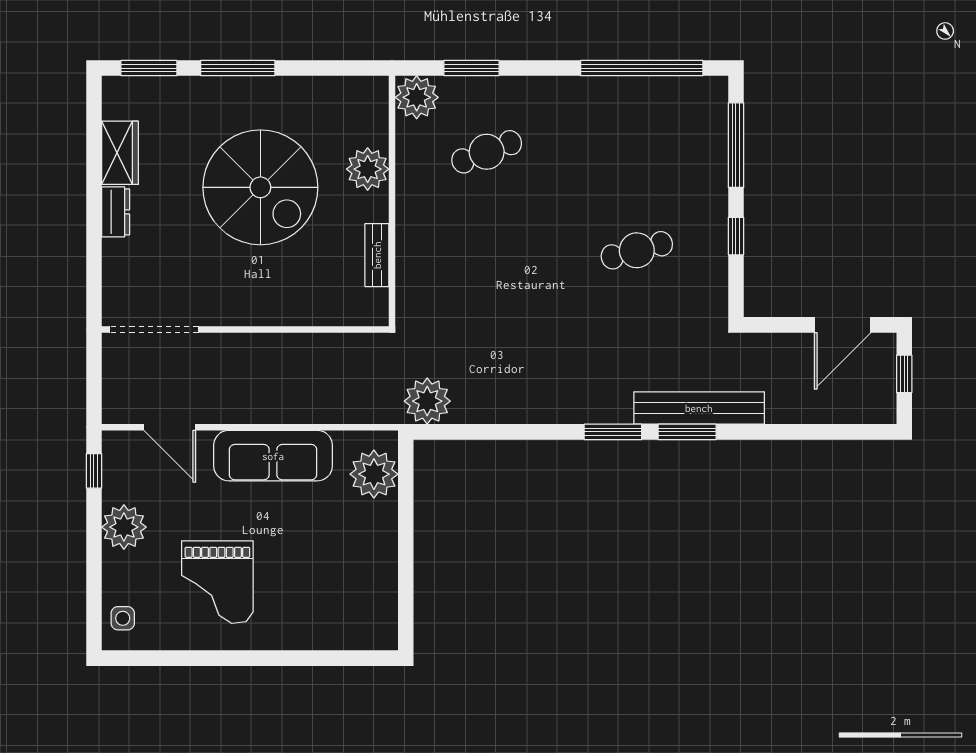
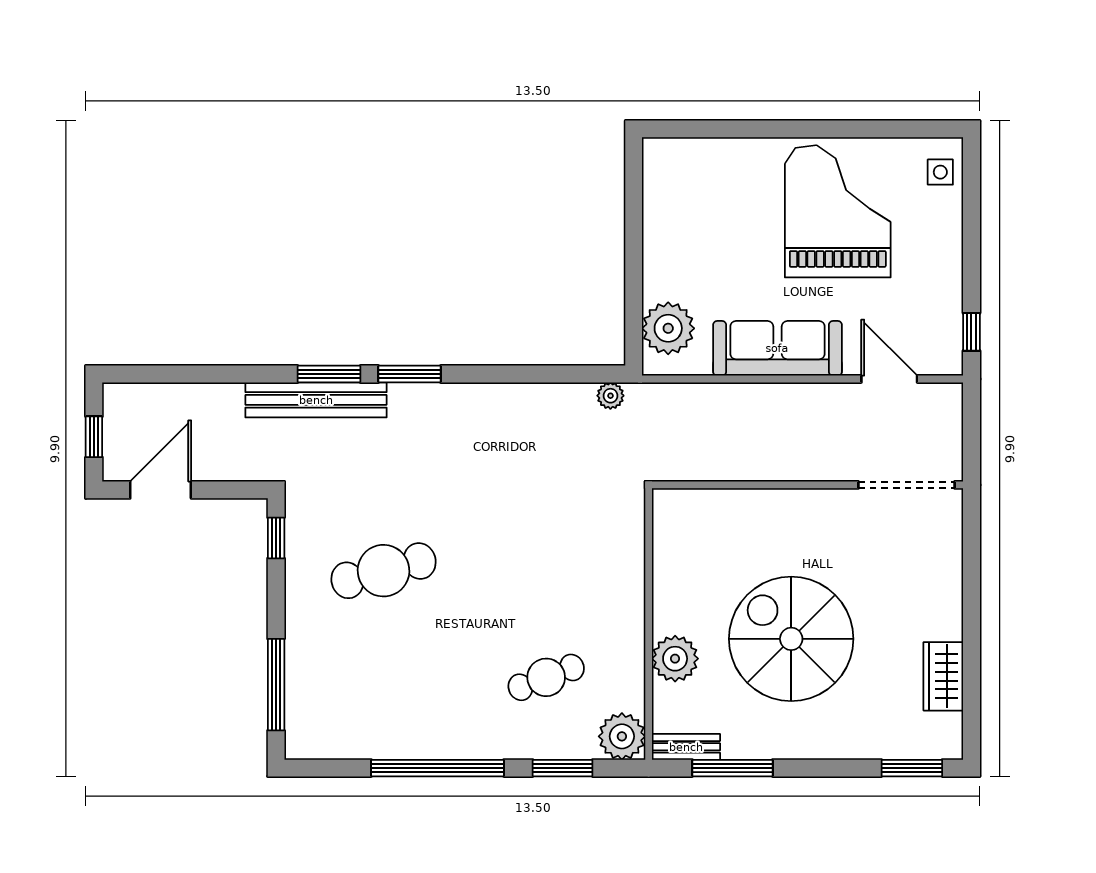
window: (238, 68) -> (732, 768), moved
window: (642, 68) -> (437, 768), moved
dresser: (116, 212) -> (948, 612), removed
window: (736, 236) -> (276, 538), moved
cafe table: (637, 250) -> (384, 571), width x1.37, depth x1.35
bench: (377, 255) -> (686, 747), moved, turned 90
plant: (427, 401) -> (610, 396), width x0.53, depth x0.53
plant: (124, 527) -> (939, 271), removed
grand piano: (217, 582) -> (838, 211), width x1.37, depth x1.48

